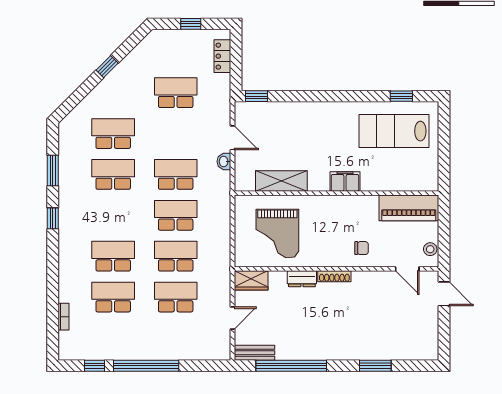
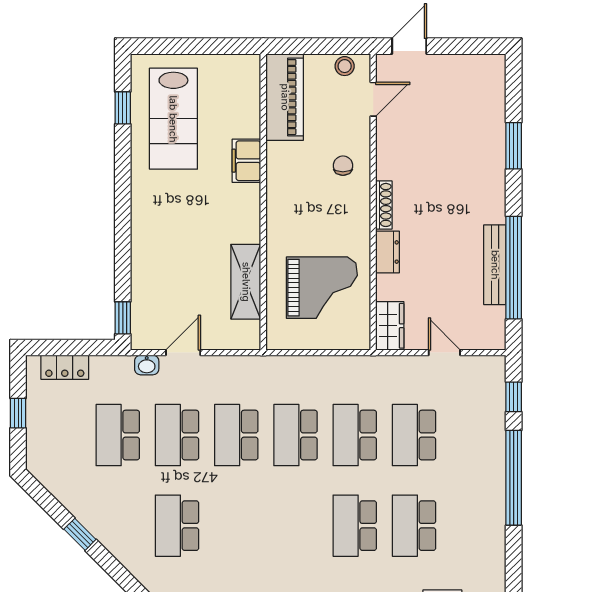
washbasin: (224, 161) -> (147, 365), moved
school desk: (113, 174) -> (177, 435), moved
filing cabinet: (345, 181) -> (246, 161), moved
bench: (254, 353) -> (495, 265), moved, width x1.36
window: (94, 366) -> (514, 397), moved

